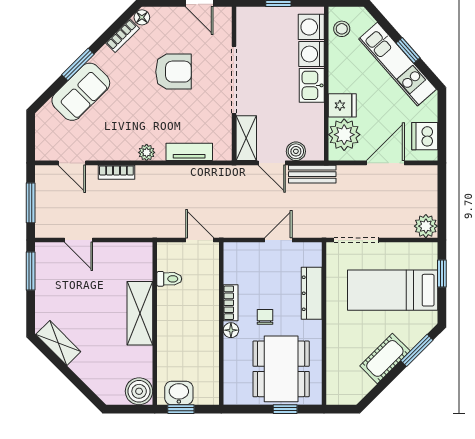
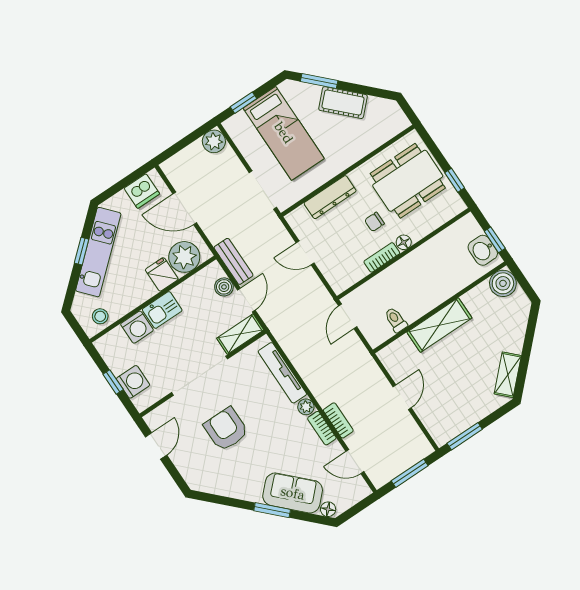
floor lamp: (142, 17) -> (328, 509), moved
washing machine: (311, 27) -> (133, 382), moved, turned -90
bookcase: (122, 36) -> (322, 428), moved, turned -135
tv unit: (189, 152) -> (282, 373), width x1.41
door: (72, 163) -> (355, 462), swing flipped
door: (79, 240) -> (402, 397), moved
window: (285, 409) -> (455, 180), moved

